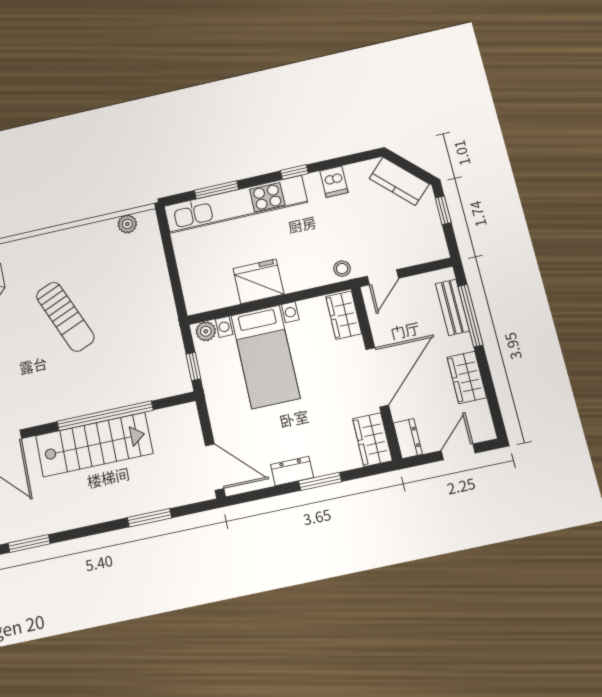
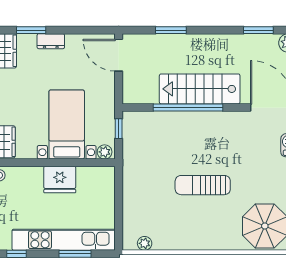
sun lounger: (65, 317) -> (203, 185), turned -67
dresser: (292, 471) -> (51, 41), moved
window: (320, 481) -> (31, 30), moved

